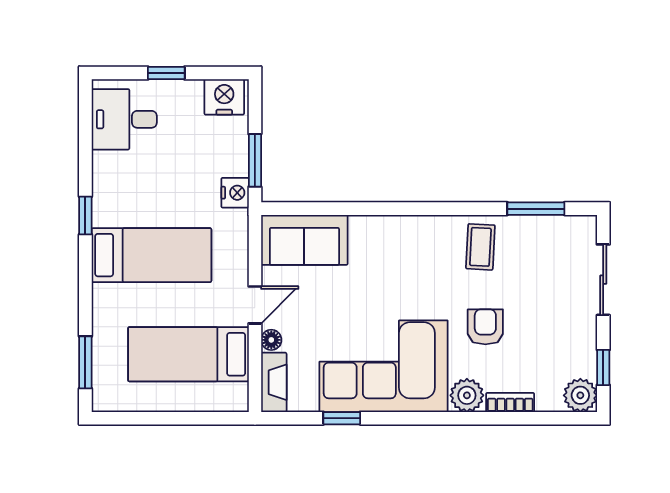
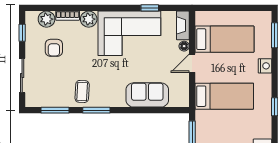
nightstand: (235, 193) -> (265, 66), moved, turned 180
window: (451, 209) -> (96, 110), added
sofa: (304, 240) -> (147, 95), moved
bed: (151, 255) -> (224, 96), moved, turned 180
armchair: (485, 327) -> (54, 48), moved
plant: (580, 395) -> (47, 19), moved

